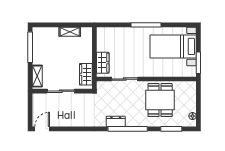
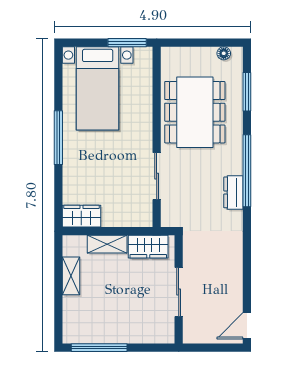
wardrobe: (103, 63) -> (81, 216), moved
shelving: (37, 76) -> (107, 244), moved
dining table: (160, 100) -> (195, 112), width x1.38
door: (42, 129) -> (247, 326), hinge flipped

